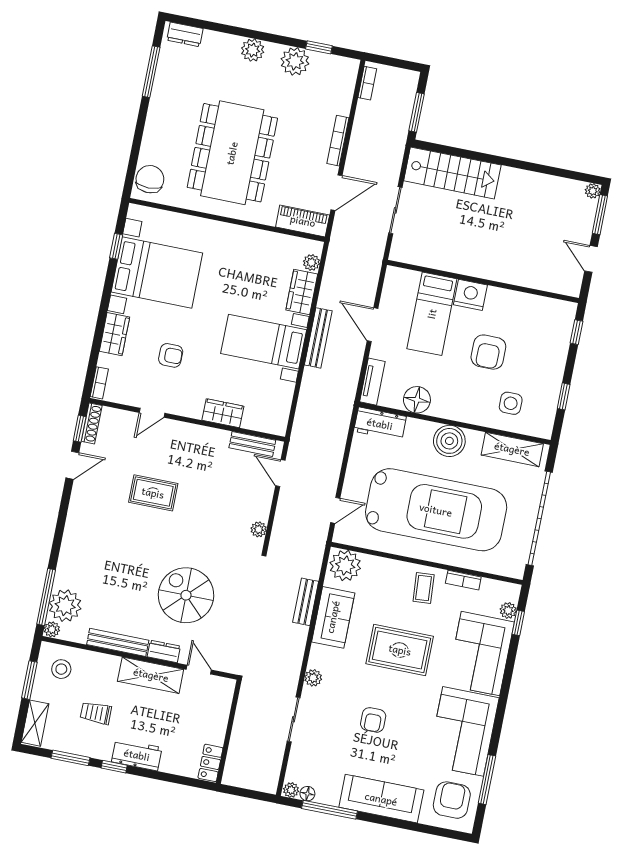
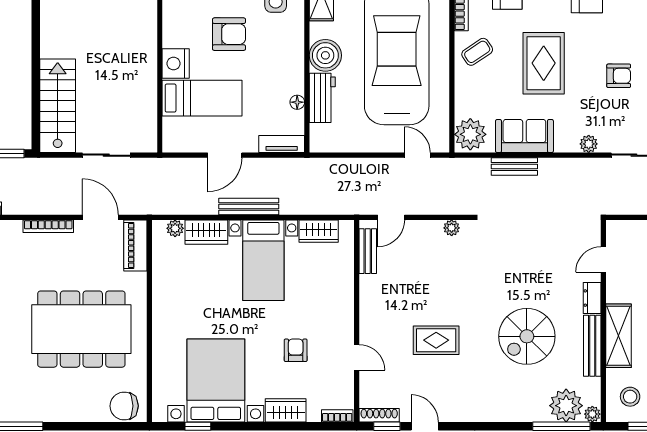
floor lamp: (417, 400) -> (297, 102), width x0.53, depth x0.53
wardrobe: (223, 413) -> (319, 231), moved, turned -90
workbench: (380, 424) -> (322, 98), moved
rug: (153, 493) -> (436, 340), turned 90
coffee table: (424, 588) -> (477, 52), turned -30
spiral stairs: (186, 595) -> (527, 336), moved
shelving: (151, 675) -> (618, 336), moved

